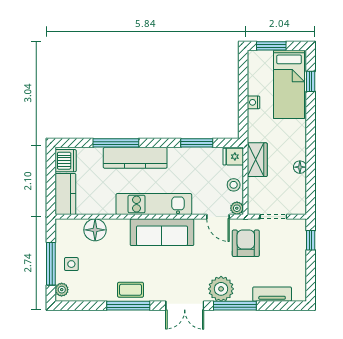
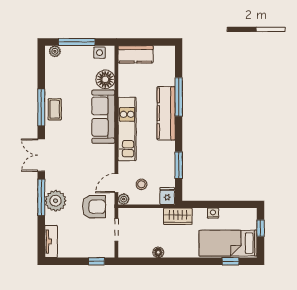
window: (271, 46) -> (261, 228), width x0.67
wardrobe: (257, 160) -> (178, 216), moved
dishwasher: (66, 161) -> (164, 54), removed
stool: (234, 185) -> (141, 184), moved
sofa: (162, 232) -> (103, 117), moved
side table: (71, 264) -> (99, 53), moved
plant: (221, 289) -> (56, 201), moved
tv unit: (272, 294) -> (51, 241), moved

